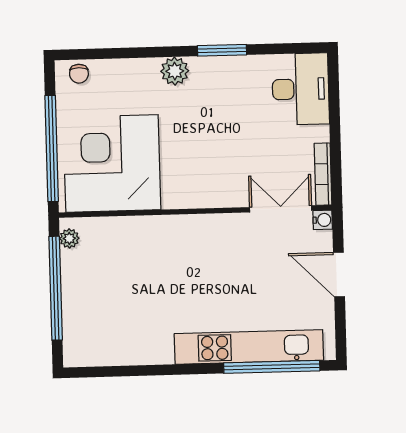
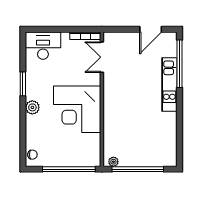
corner desk: (112, 163) -> (77, 109), moved
water cooler: (323, 220) -> (108, 37), removed
door: (339, 275) -> (151, 29), moved
kitchen unit: (249, 347) -> (169, 84), width x0.73

